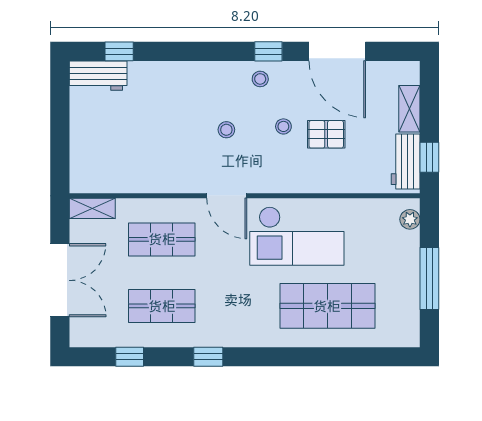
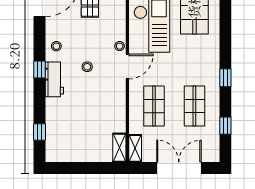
window: (268, 51) -> (40, 70), moved
workbench: (98, 76) -> (54, 79), moved
stool: (283, 126) -> (120, 46), moved
shelving: (93, 183) -> (119, 148), added

